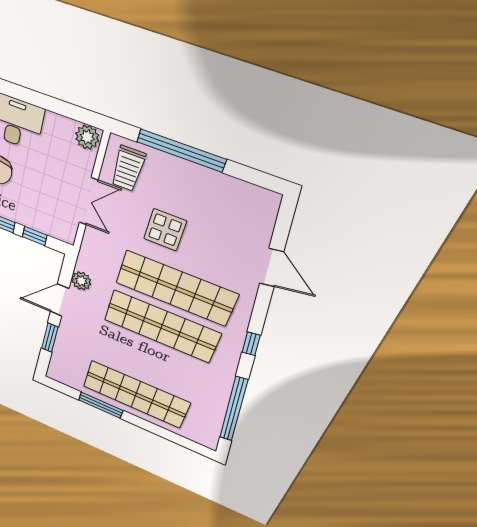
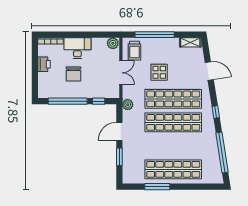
shelving: (255, 196) -> (190, 42), added
plant: (81, 281) -> (128, 105), moved

